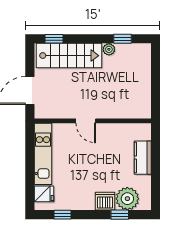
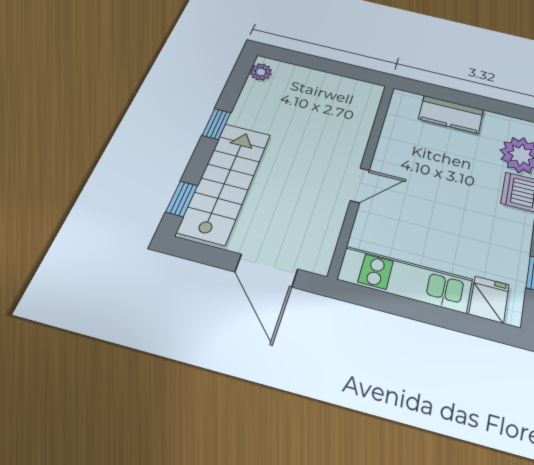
window: (123, 39) -> (217, 124), moved
plant: (109, 49) -> (261, 72), moved

